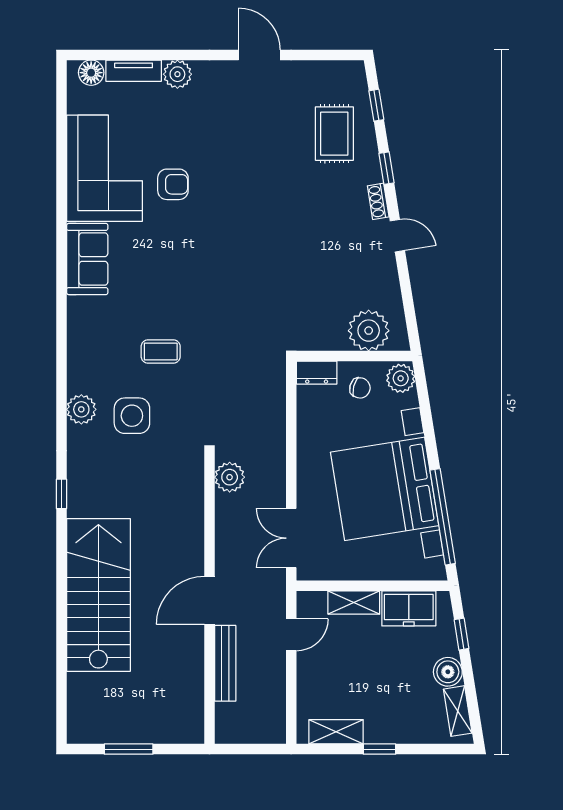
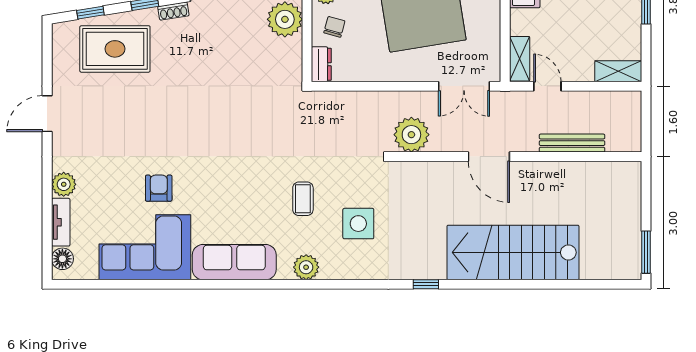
rug: (334, 134) -> (115, 49), width x1.36, depth x1.43
sofa: (87, 259) -> (234, 262), width x1.36
plant: (81, 409) -> (306, 267), moved
plant: (230, 477) -> (411, 135), width x1.36, depth x1.36
door: (209, 600) -> (489, 157), moved
shelving: (354, 603) -> (520, 59), moved
shelving: (336, 732) -> (618, 71), moved, turned 90
window: (129, 749) -> (646, 252), moved

